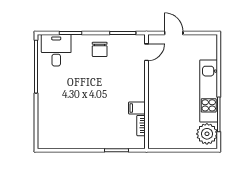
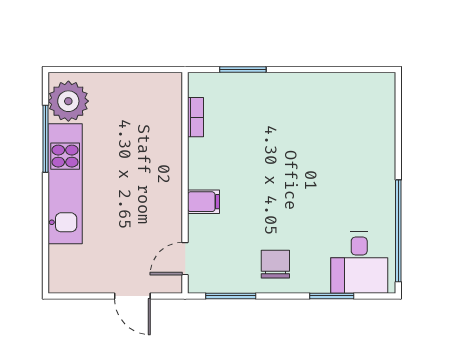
filing cabinet: (137, 108) -> (203, 202), moved

